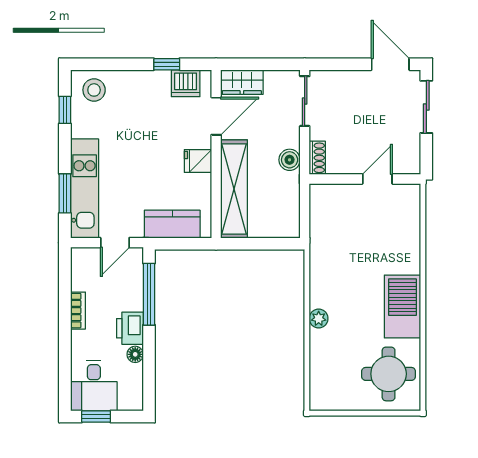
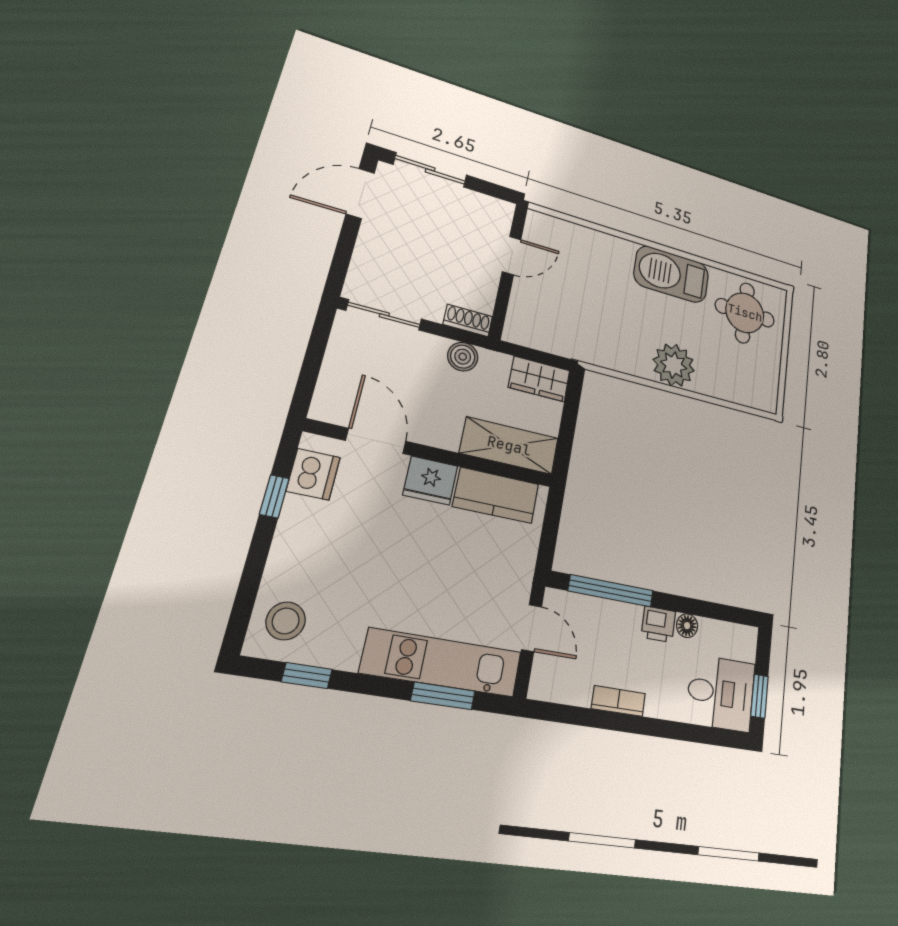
wardrobe: (242, 82) -> (539, 379), moved, turned 90
fridge: (198, 161) -> (430, 480), width x1.38
door: (377, 179) -> (512, 256), swing flipped
shelving: (234, 189) -> (509, 446), width x0.68
kitchen counter: (172, 224) -> (496, 495), moved, turned -90
plant: (319, 319) -> (674, 365), width x1.88, depth x1.88
printer: (130, 328) -> (658, 624), width x0.73, depth x0.81

